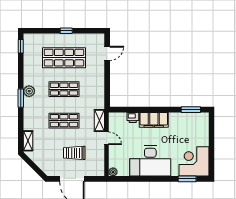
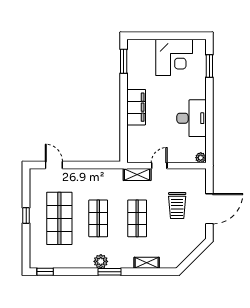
printer: (133, 117) -> (133, 133), removed
shelving: (28, 141) -> (147, 263), moved
desk: (150, 161) -> (192, 118), width x0.73, depth x0.77
corner desk: (194, 161) -> (174, 57), moved, turned -90

